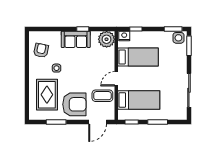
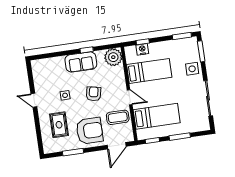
nightstand: (124, 36) -> (142, 49), moved
side table: (178, 38) -> (192, 69), moved
armchair: (41, 50) -> (94, 94), moved
door: (27, 68) -> (34, 100), added
door: (116, 79) -> (130, 97), swing flipped
rug: (47, 95) -> (59, 125), width x0.73, depth x0.70

